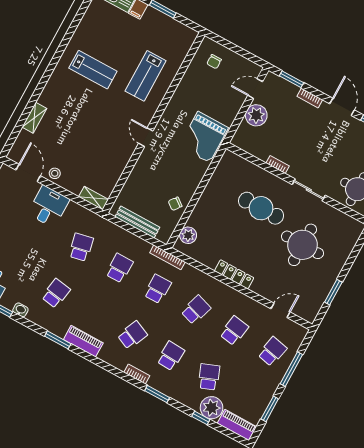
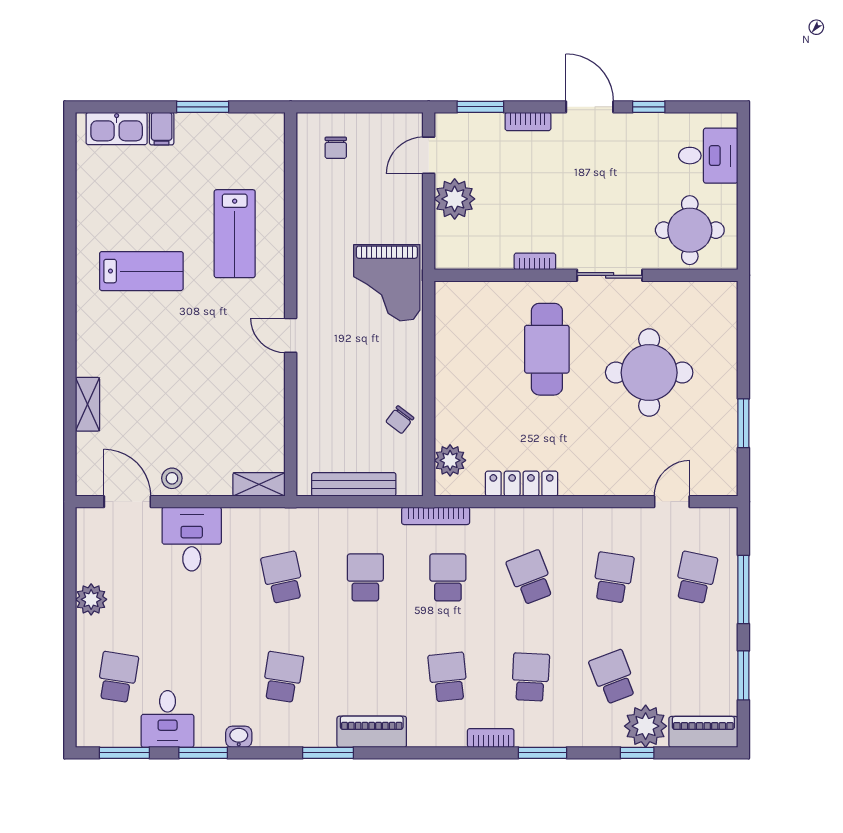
cafe table: (261, 208) -> (547, 349), turned 90
locker: (234, 274) -> (522, 484), moved
school desk: (196, 310) -> (531, 577), turned -39
school desk: (132, 335) -> (448, 677), turned -30

